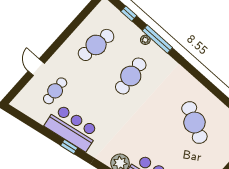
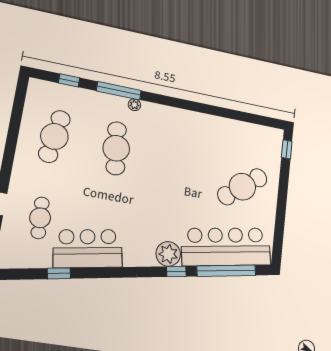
plant: (145, 40) -> (134, 105), moved
cafe table: (194, 123) -> (242, 187), moved, turned -66
window: (69, 147) -> (59, 273), moved

